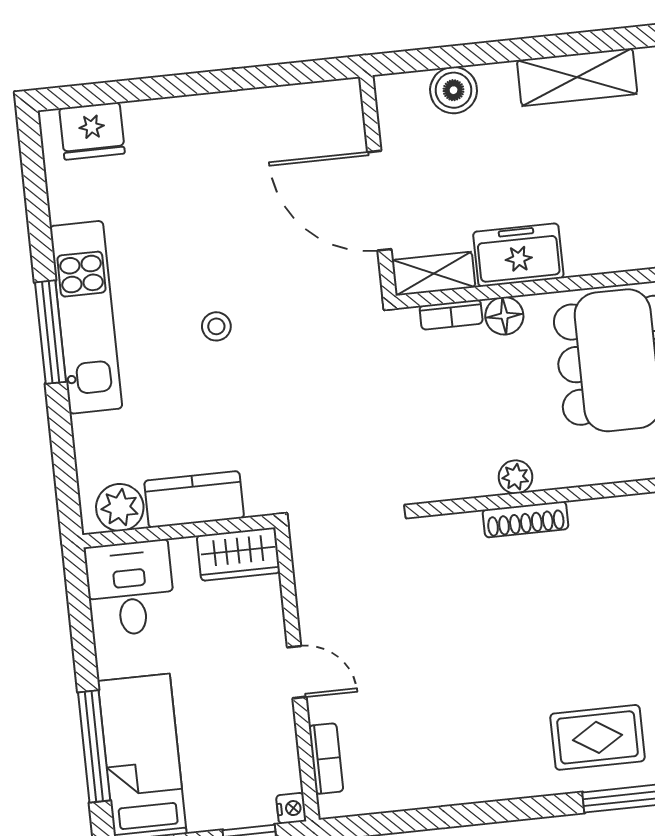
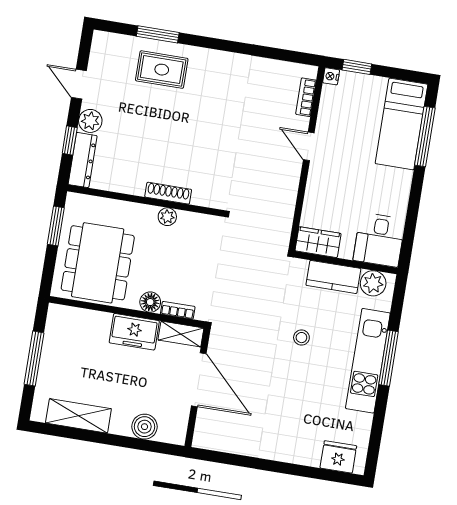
kitchen counter: (194, 499) -> (333, 277), moved
plant: (120, 507) -> (373, 283), moved
wall: (179, 531) -> (346, 263), moved
wardrobe: (238, 554) -> (318, 242), moved
desk: (130, 588) -> (379, 240), moved

